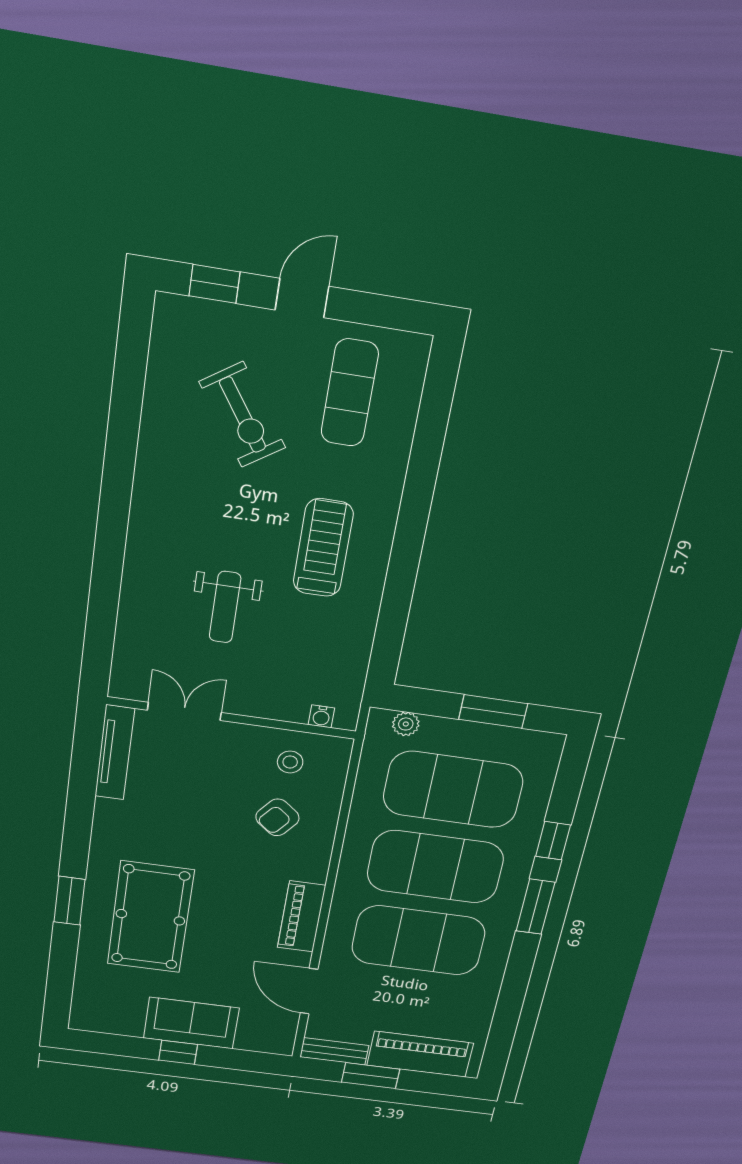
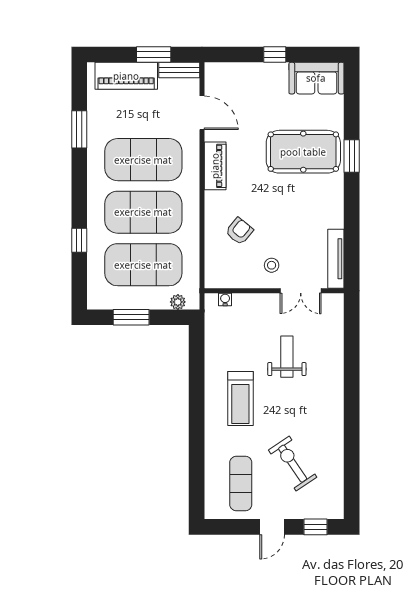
stool: (290, 762) -> (272, 265), moved
window: (535, 907) -> (79, 129), moved
pool table: (150, 917) -> (303, 152), turned 90
sofa: (191, 1023) -> (316, 78), moved

